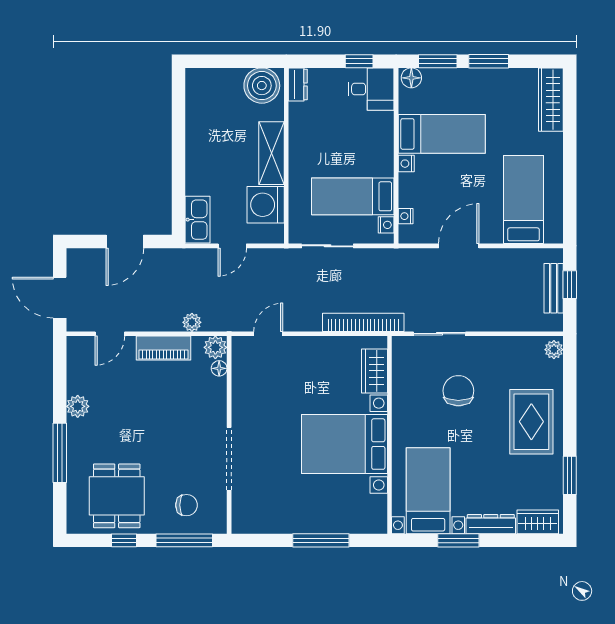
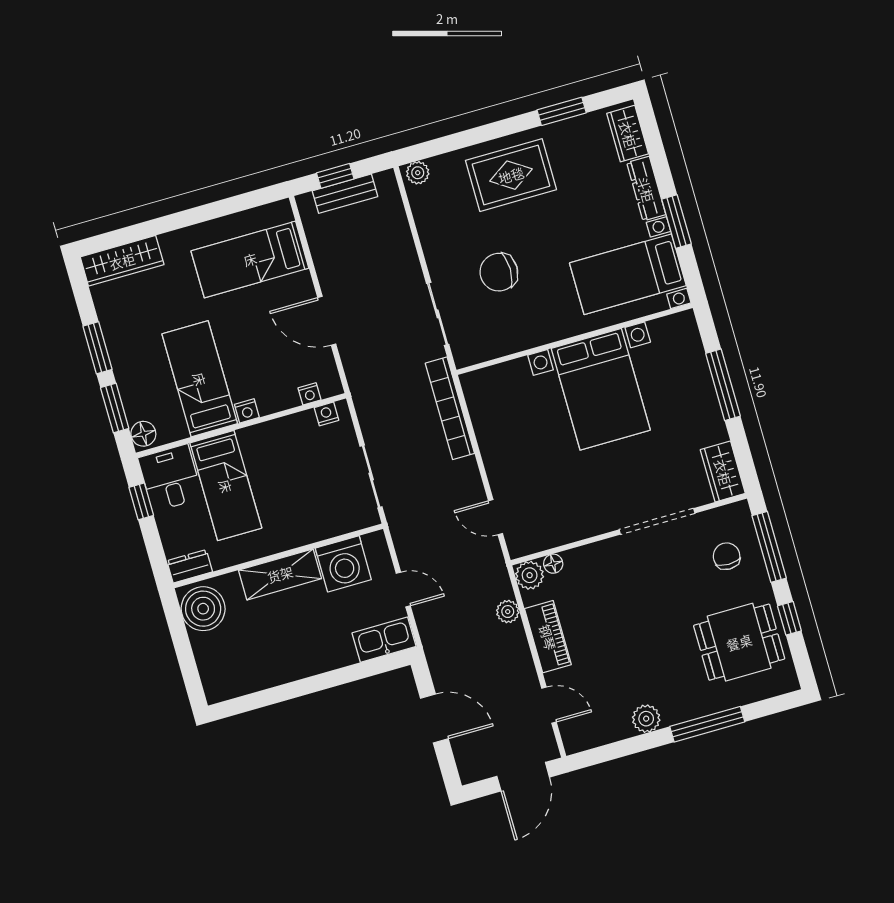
bed: (353, 196) -> (226, 486), moved
wardrobe: (375, 371) -> (723, 472), moved, turned 90

